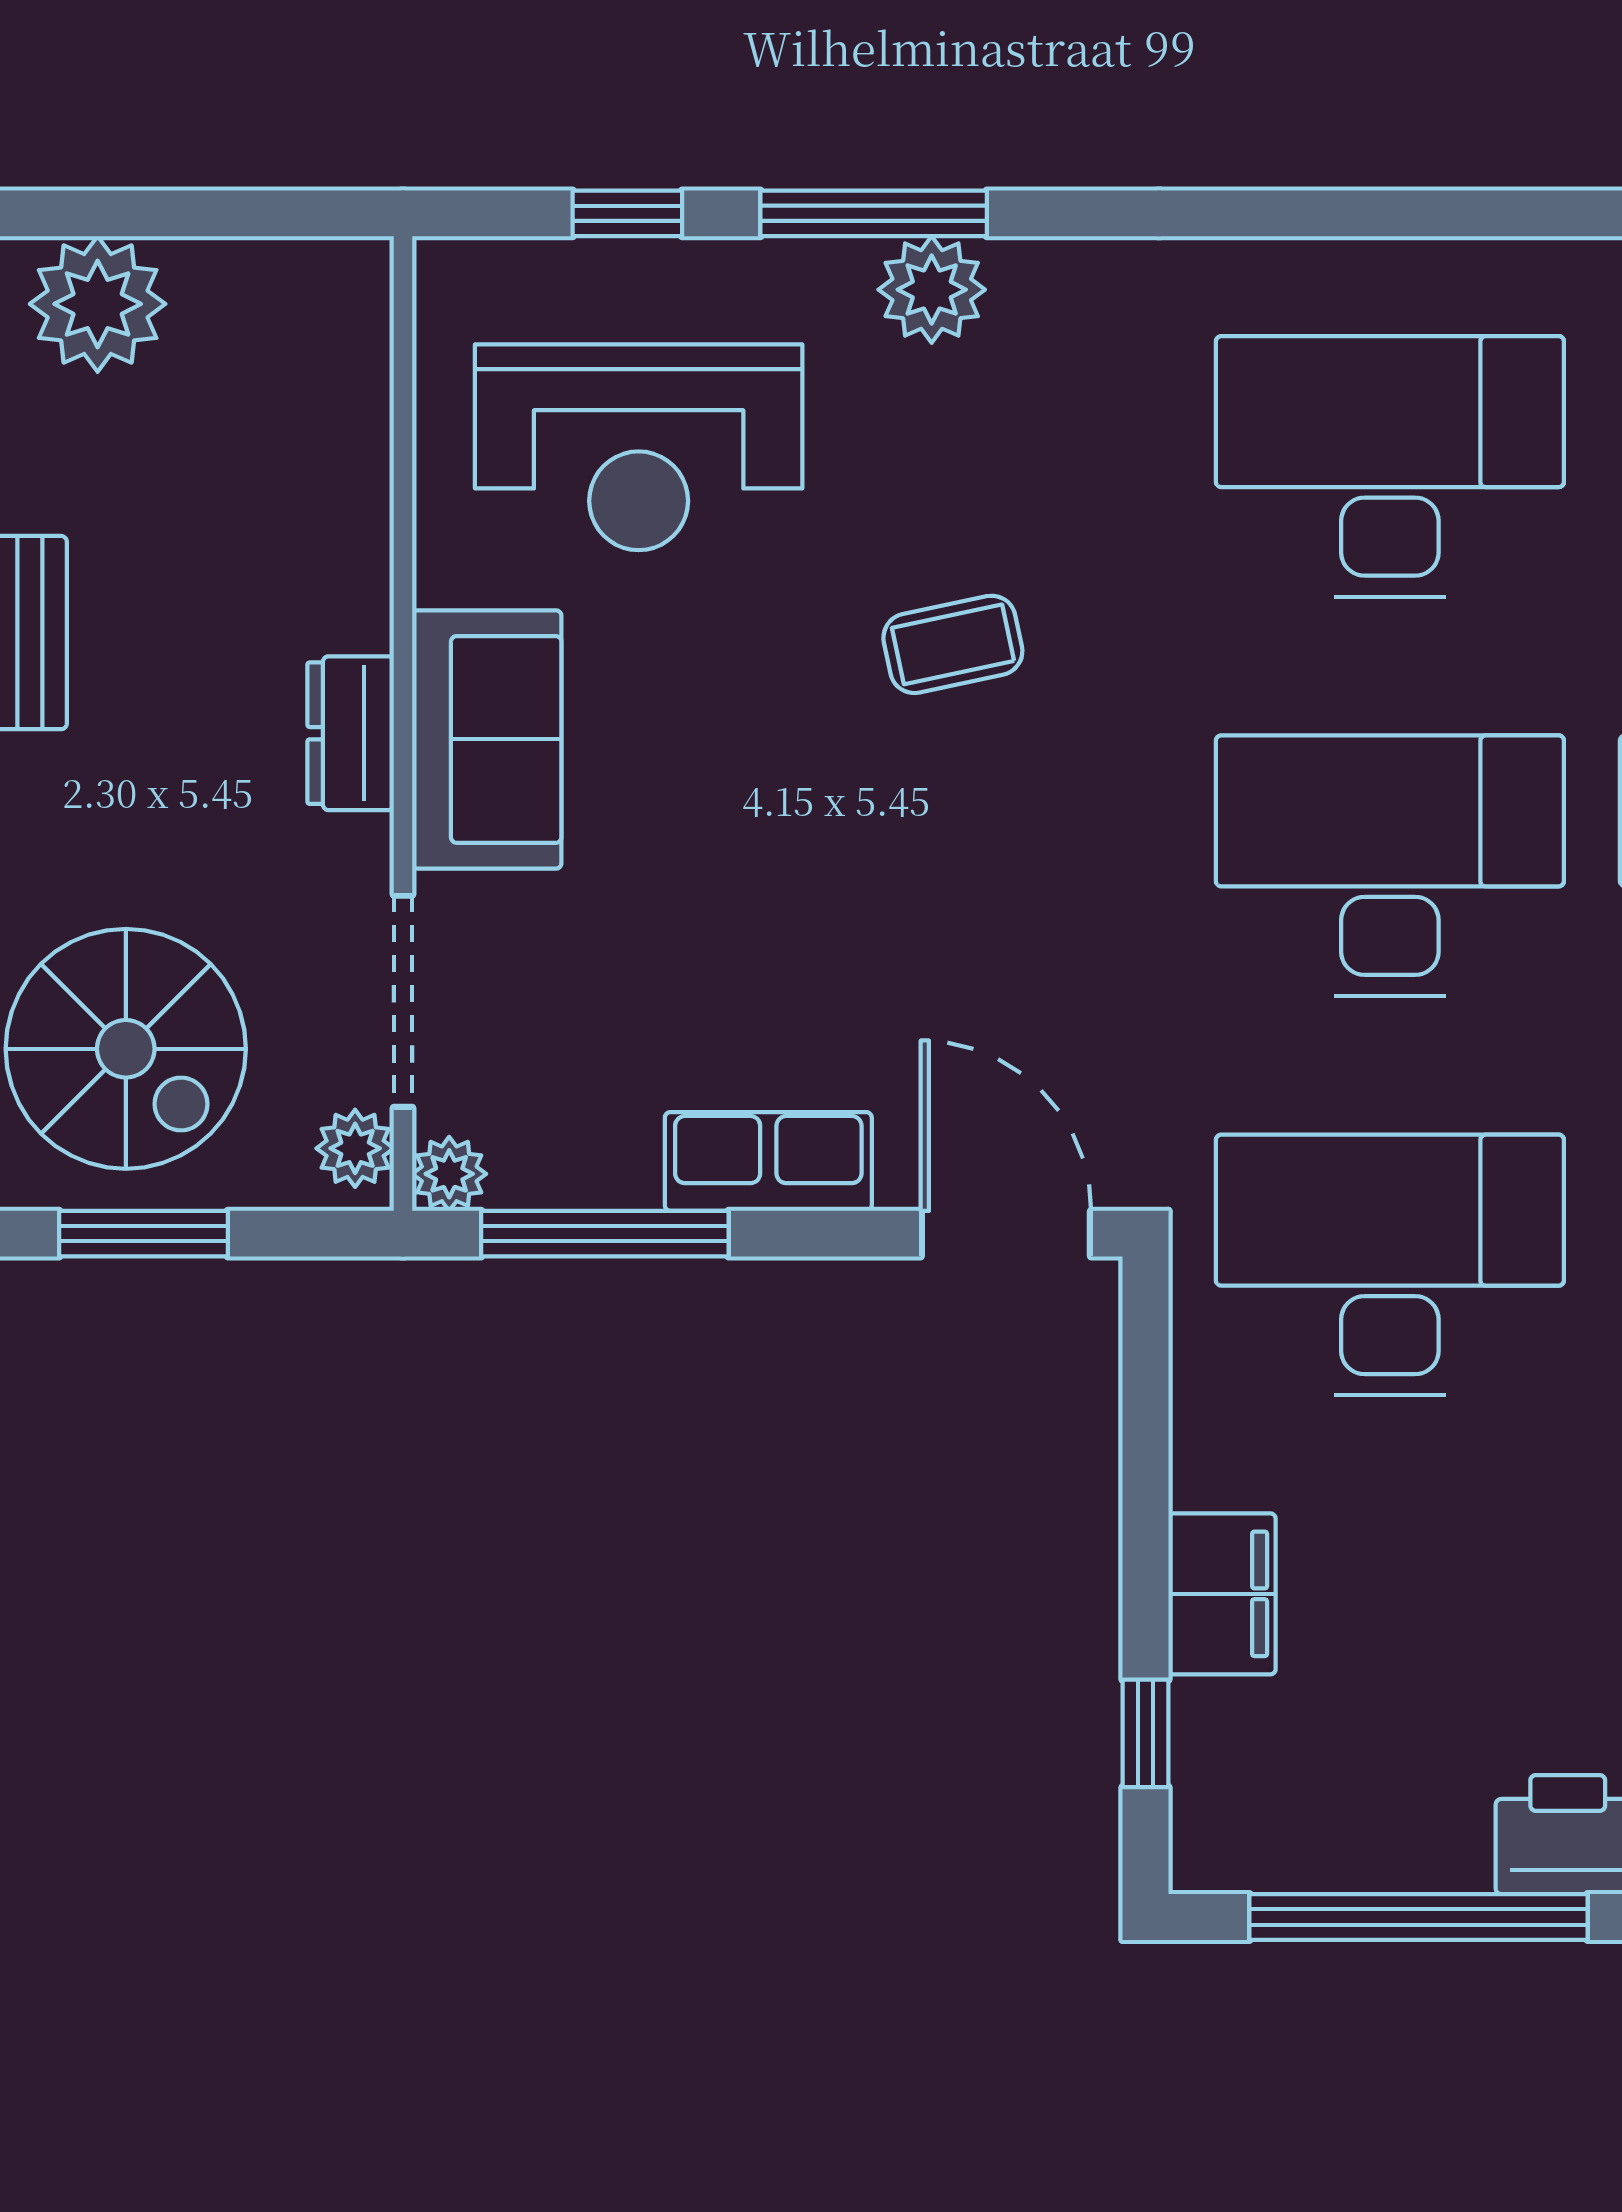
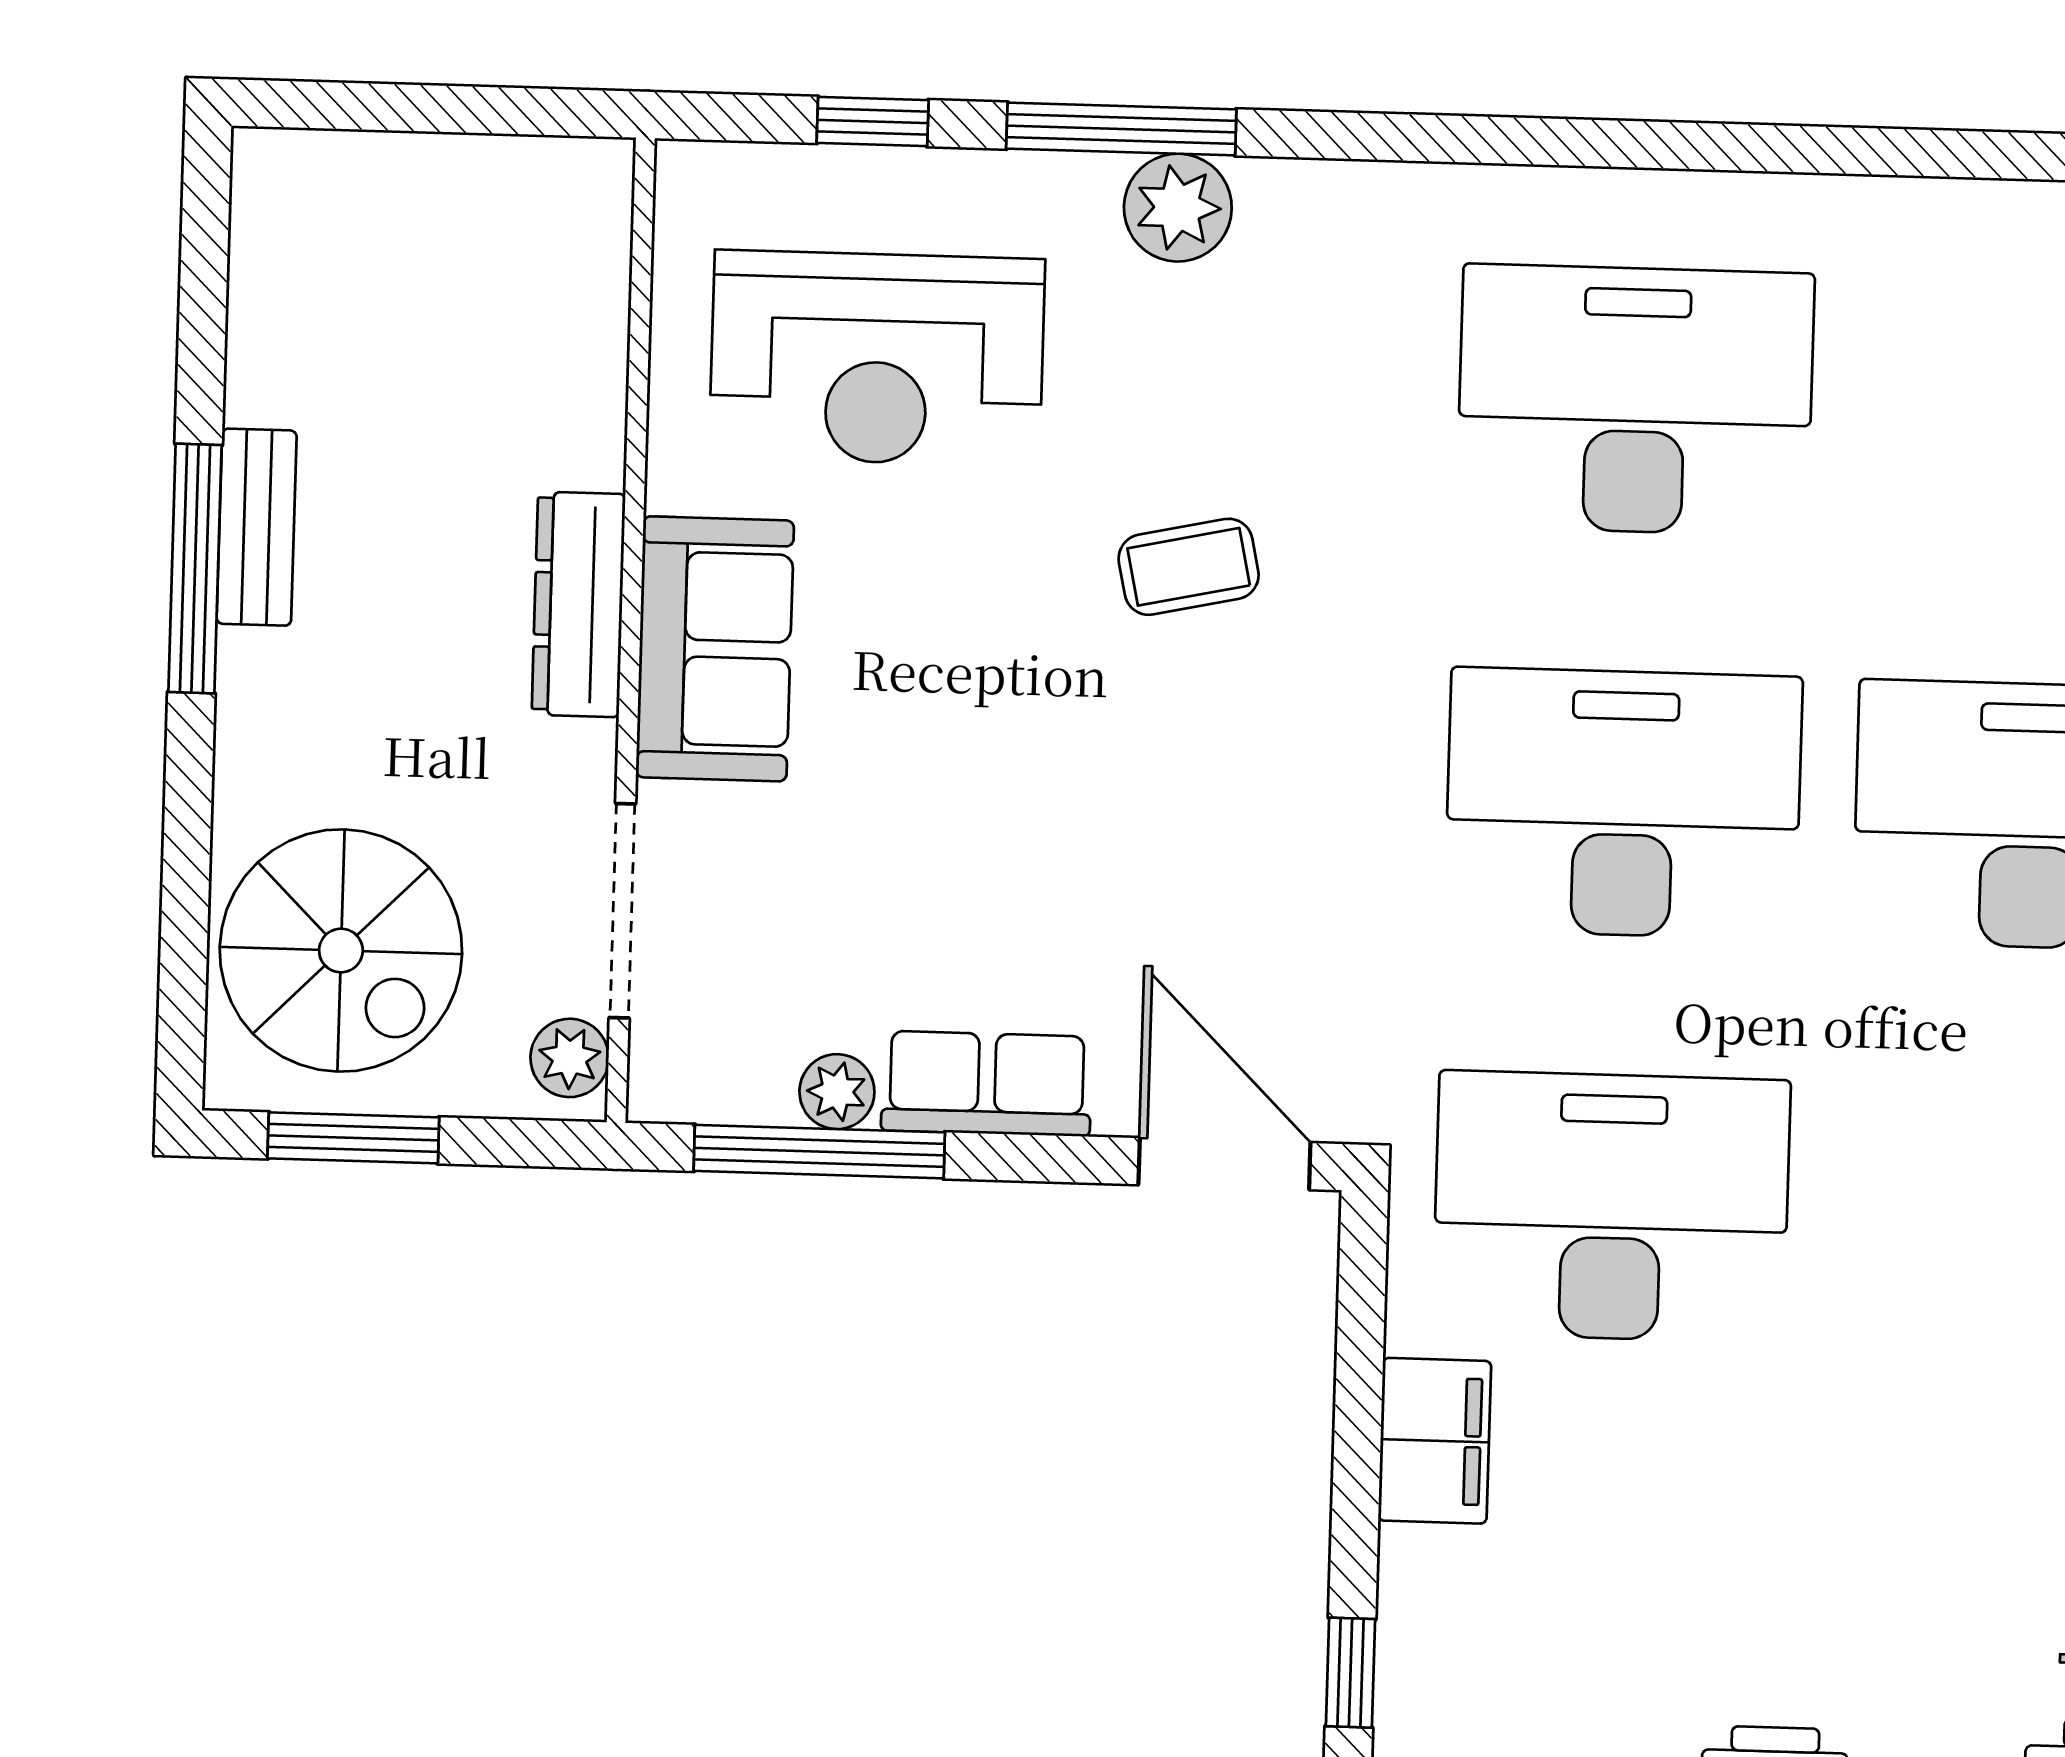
plant: (98, 304) -> (335, 197), removed
dresser: (351, 733) -> (579, 604), width x1.44
plant: (449, 1174) -> (837, 1092), moved
filing cabinet: (1222, 1594) -> (1435, 1441), moved

